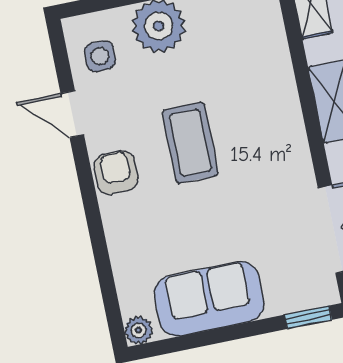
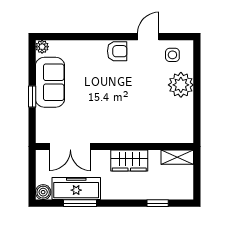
coffee table: (190, 143) -> (124, 88), removed
window: (308, 317) -> (32, 97), moved

